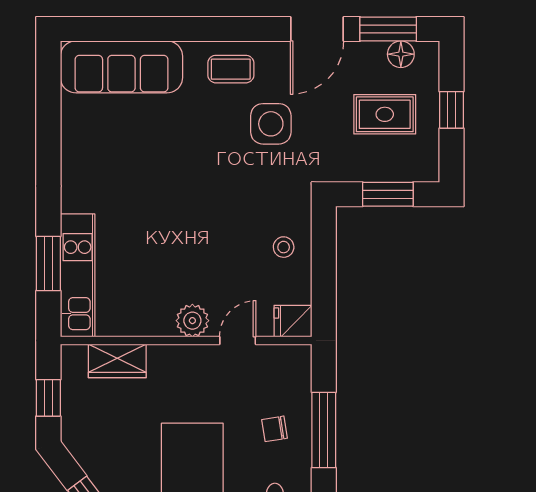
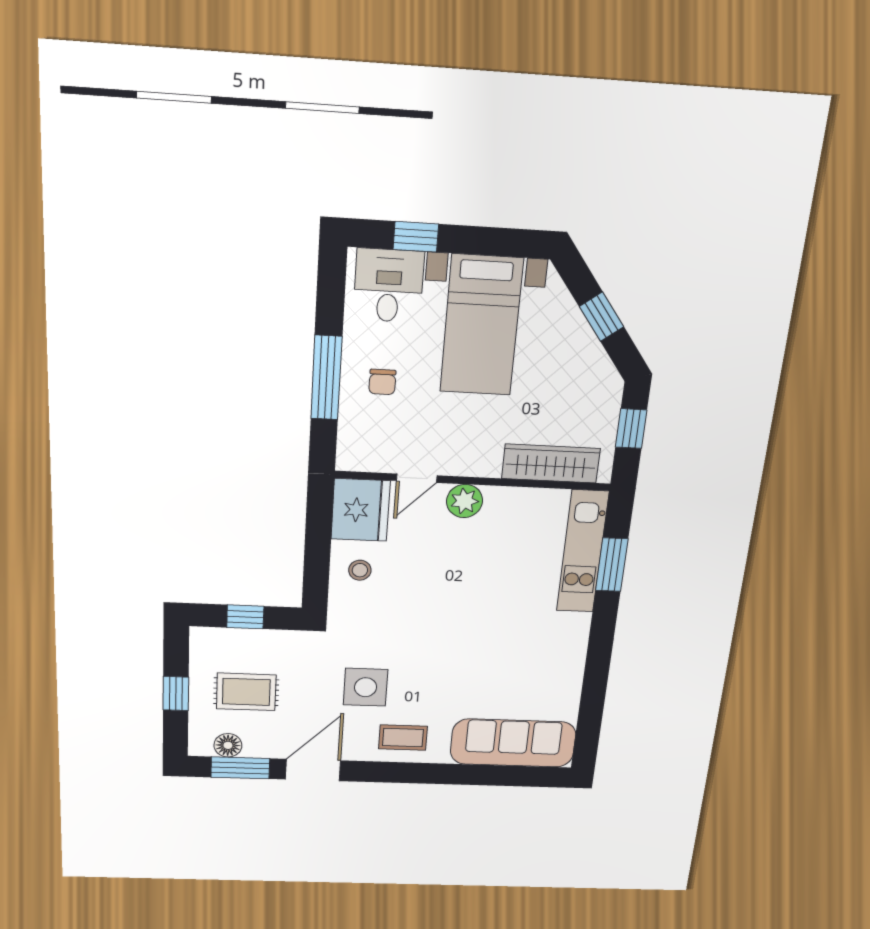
window: (388, 194) -> (245, 617), width x0.67
fridge: (293, 321) -> (361, 510), width x1.88, depth x1.34
wardrobe: (117, 361) -> (551, 463), width x1.50
chair: (275, 429) -> (382, 382), turned 99

